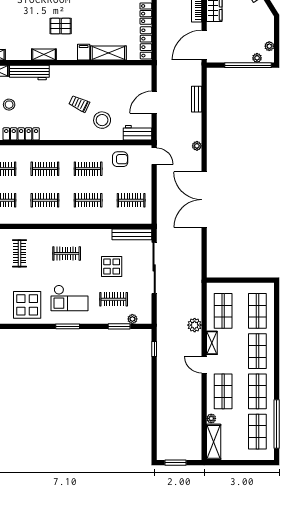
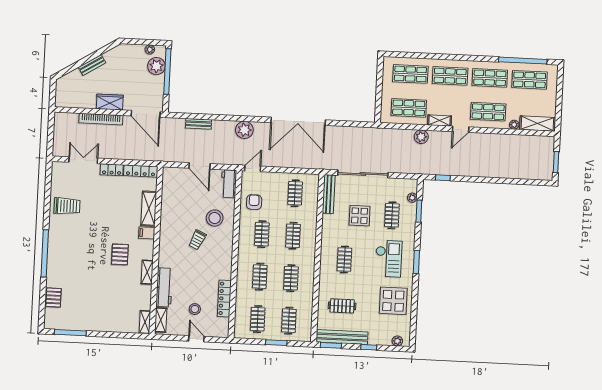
plant: (257, 58) -> (156, 66), width x1.88, depth x1.88
plant: (197, 146) -> (244, 130), width x1.87, depth x1.87

